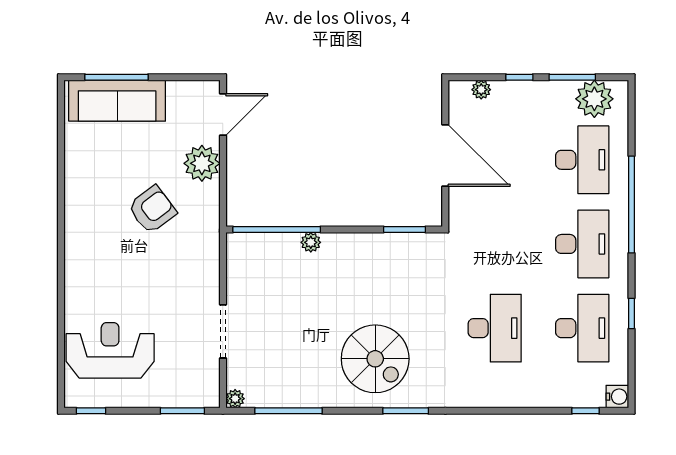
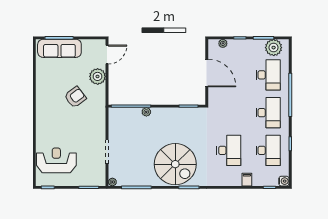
spiral stairs: (375, 359) -> (175, 164), width x1.37, depth x1.37
filing cabinet: (535, 393) -> (247, 180), added

